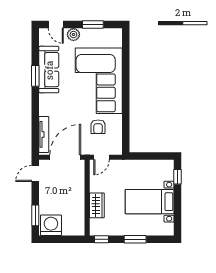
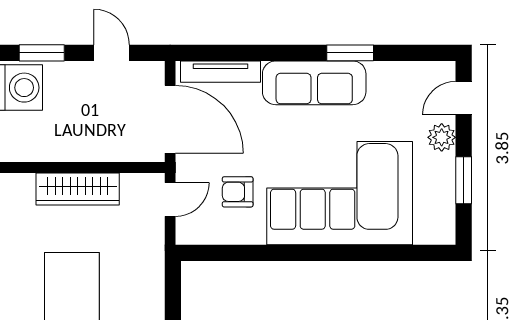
sofa: (49, 70) -> (314, 83), moved
door: (102, 157) -> (170, 199), swing flipped
door: (35, 173) -> (112, 53), moved
wardrobe: (97, 205) -> (78, 189), width x1.50

